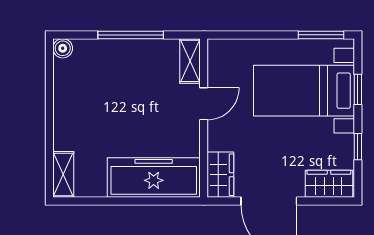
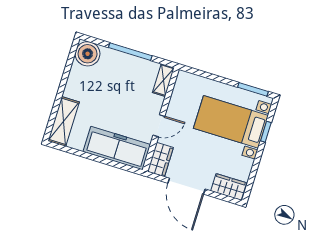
boiler: (63, 48) -> (88, 54), width x1.86, depth x1.86
door: (204, 104) -> (159, 126), moved
window: (358, 147) -> (255, 169), removed
shelving: (63, 174) -> (64, 121), width x1.50, depth x1.33

